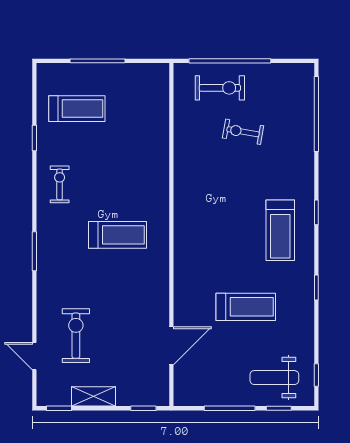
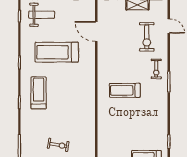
exercise bike: (60, 184) -> (156, 69), moved
treadmill: (246, 307) -> (57, 52), width x1.37, depth x1.38
door: (171, 346) -> (96, 32), hinge flipped

